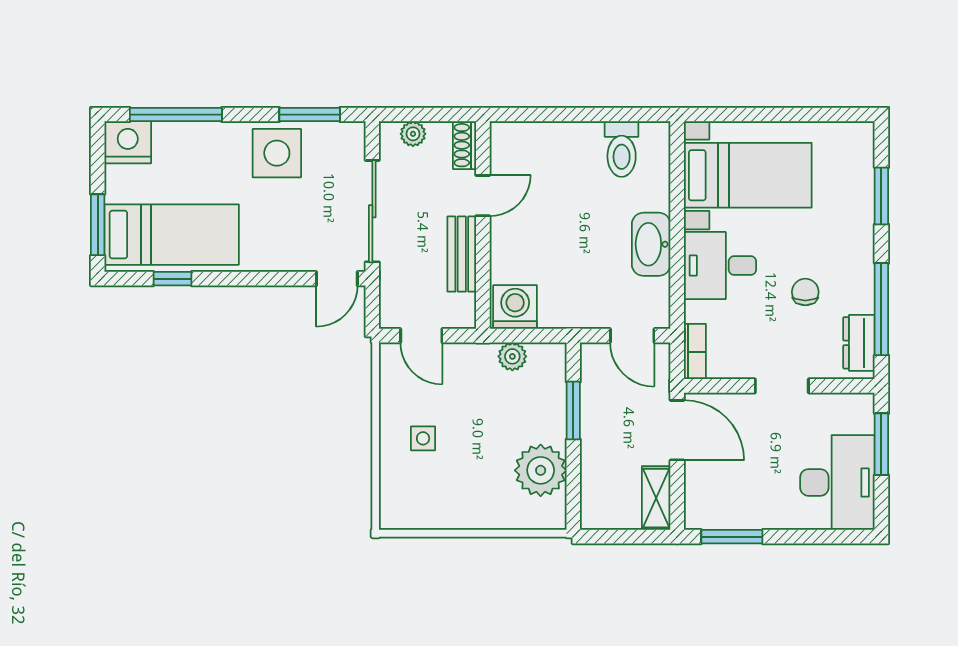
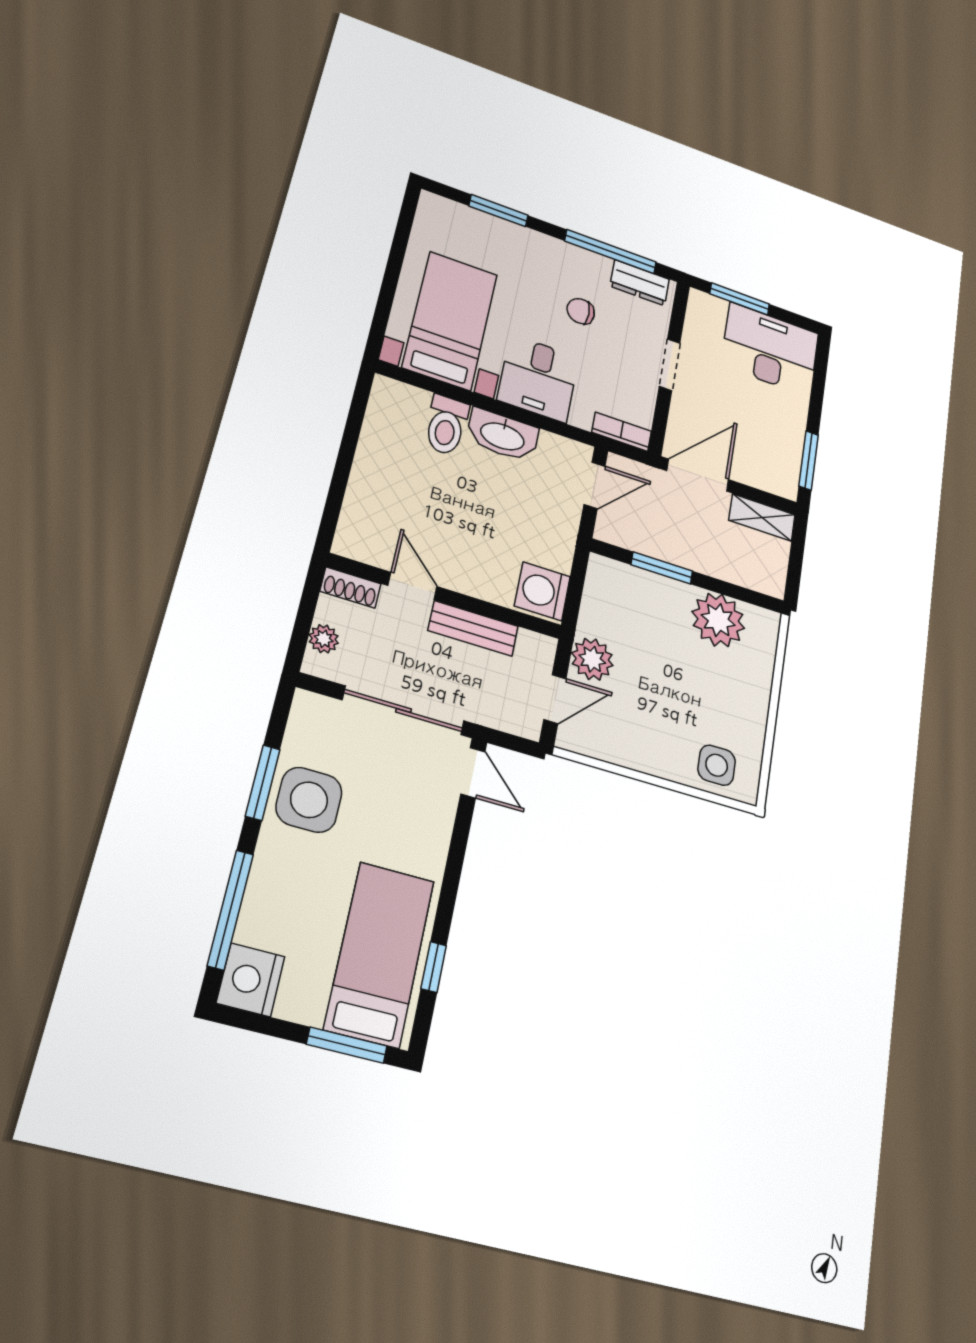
window: (310, 115) -> (263, 783), moved
toilet: (622, 149) -> (446, 425), moved, turned 90
plant: (512, 356) -> (592, 659), moved, width x1.38, depth x1.38
side table: (423, 438) -> (717, 765), moved, width x1.37, depth x1.37

